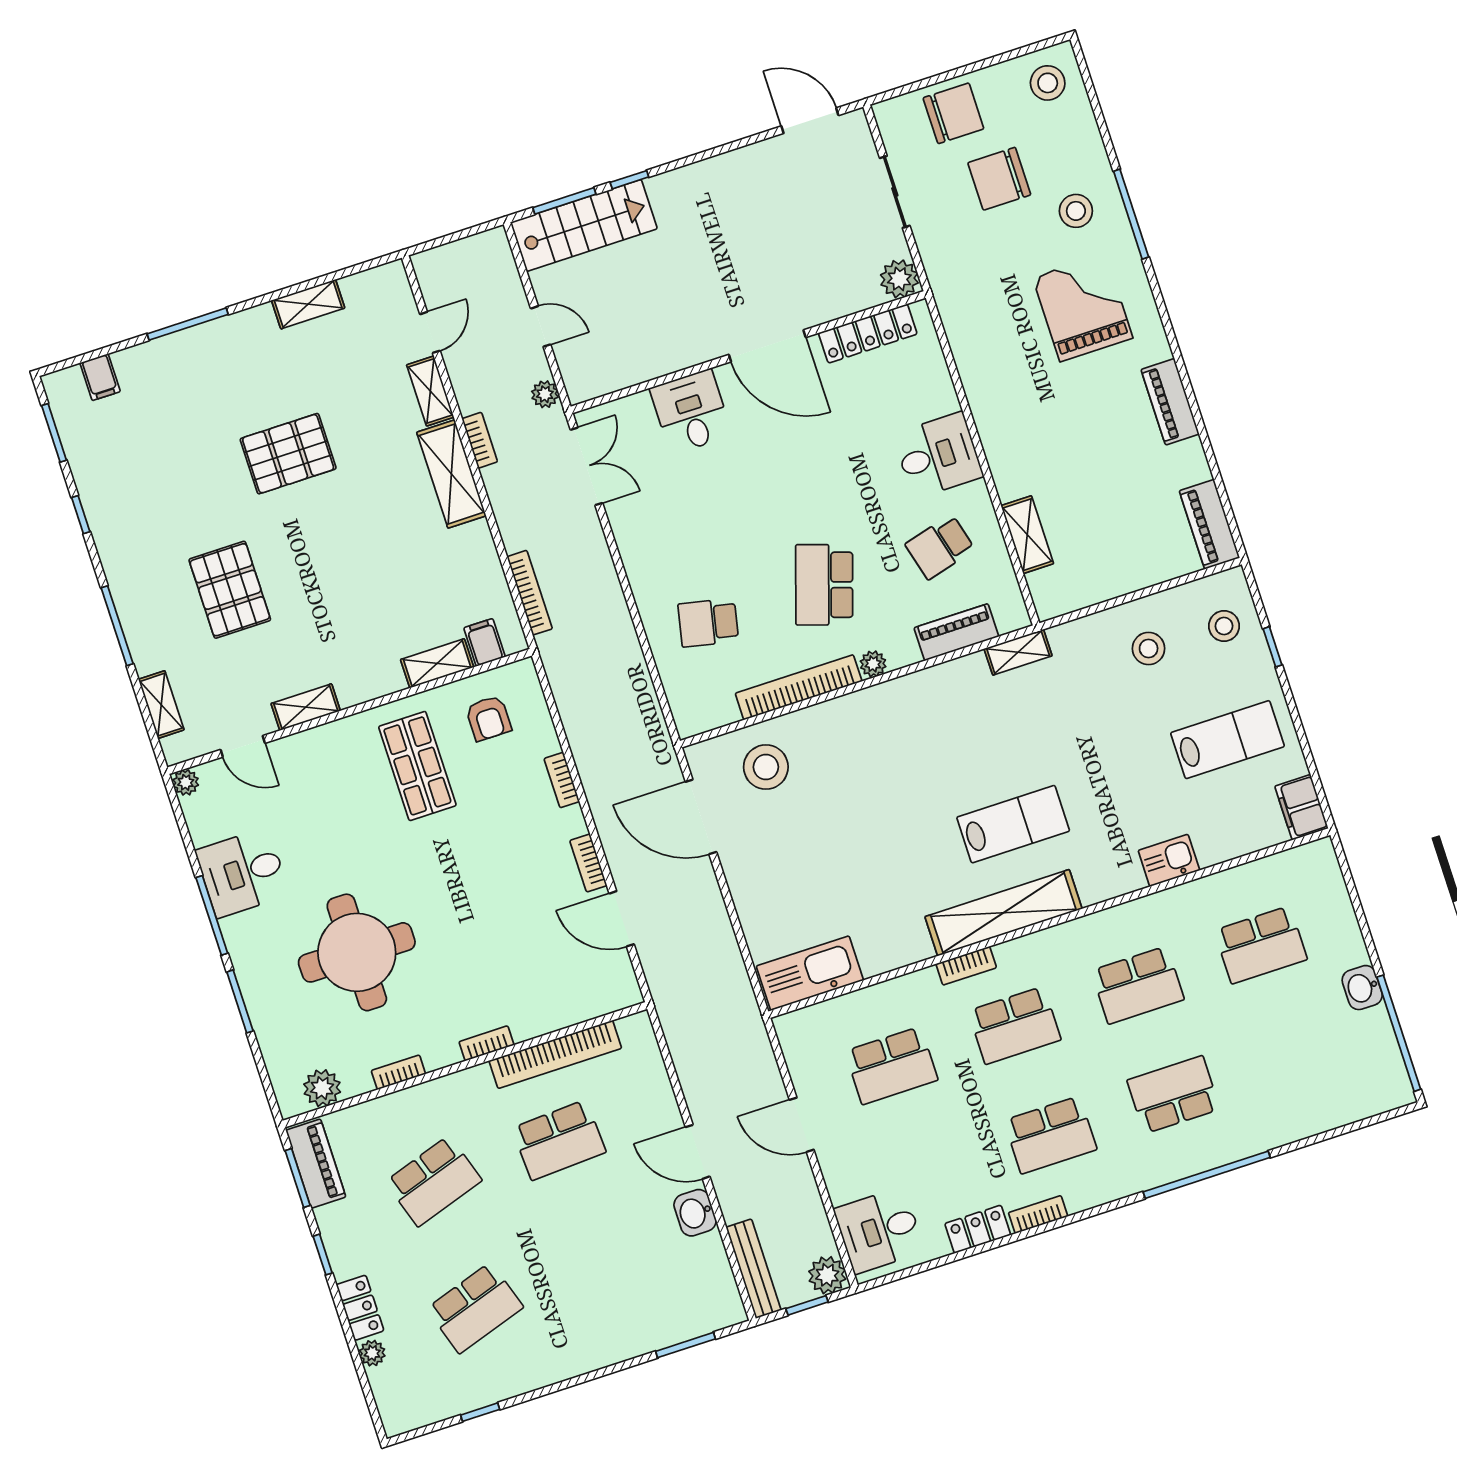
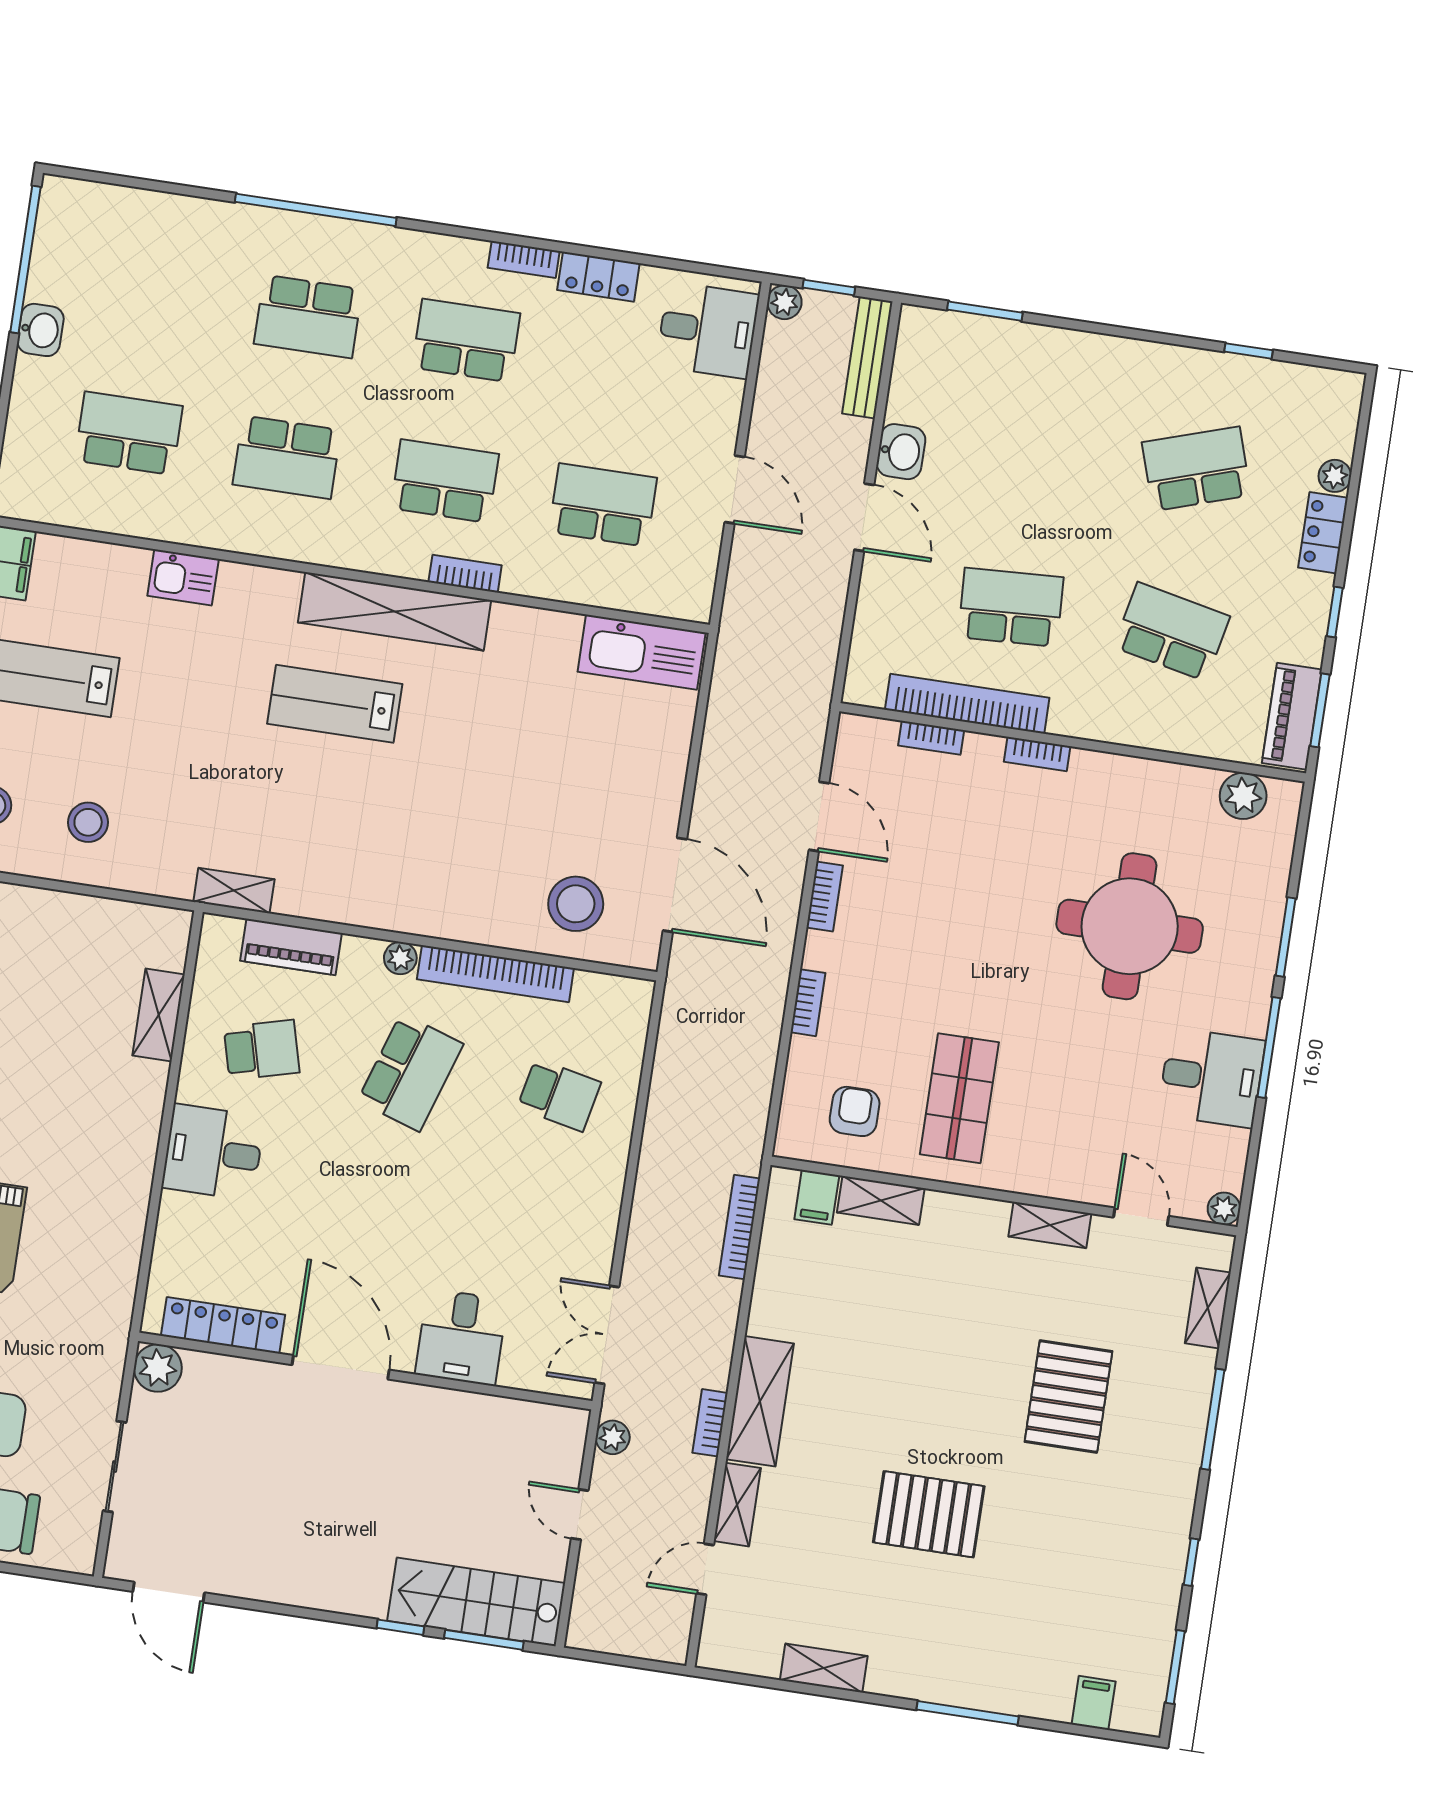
school desk: (1138, 985) -> (287, 457), turned 180
bookcase: (398, 1072) -> (931, 738), moved
school desk: (434, 1181) -> (1172, 632), turned 30
plant: (827, 1275) -> (784, 302), width x0.73, depth x0.73

